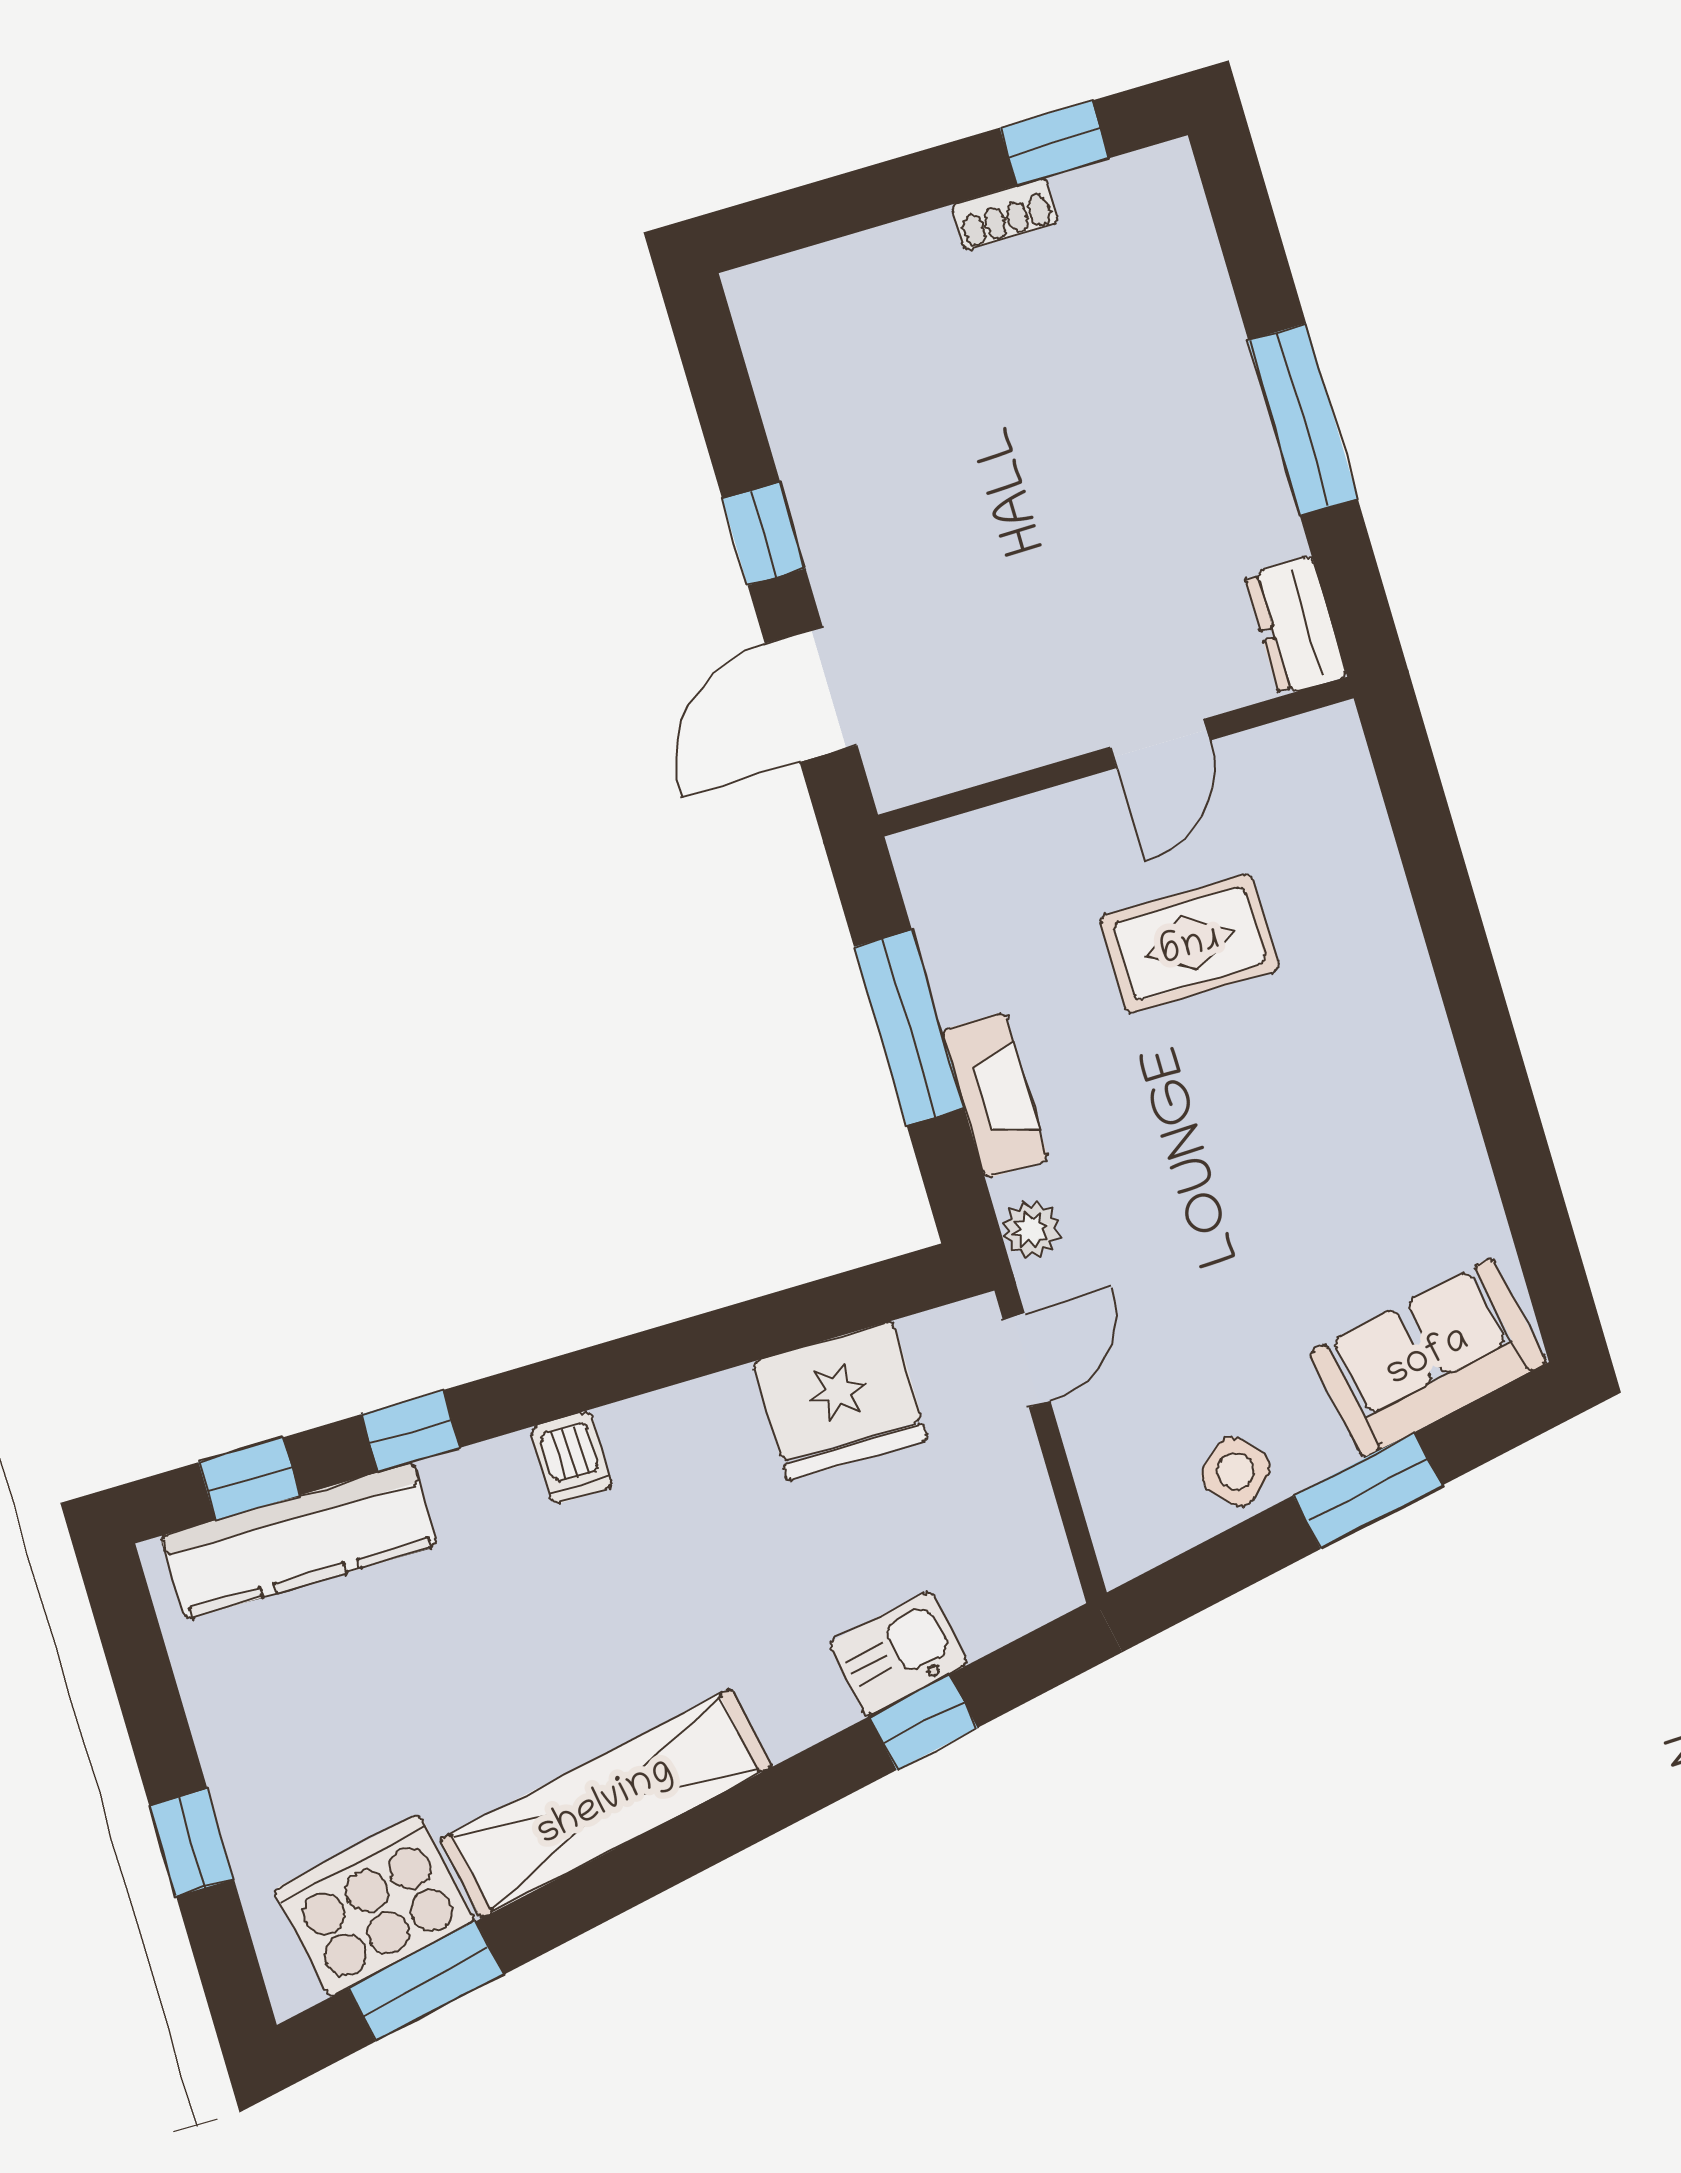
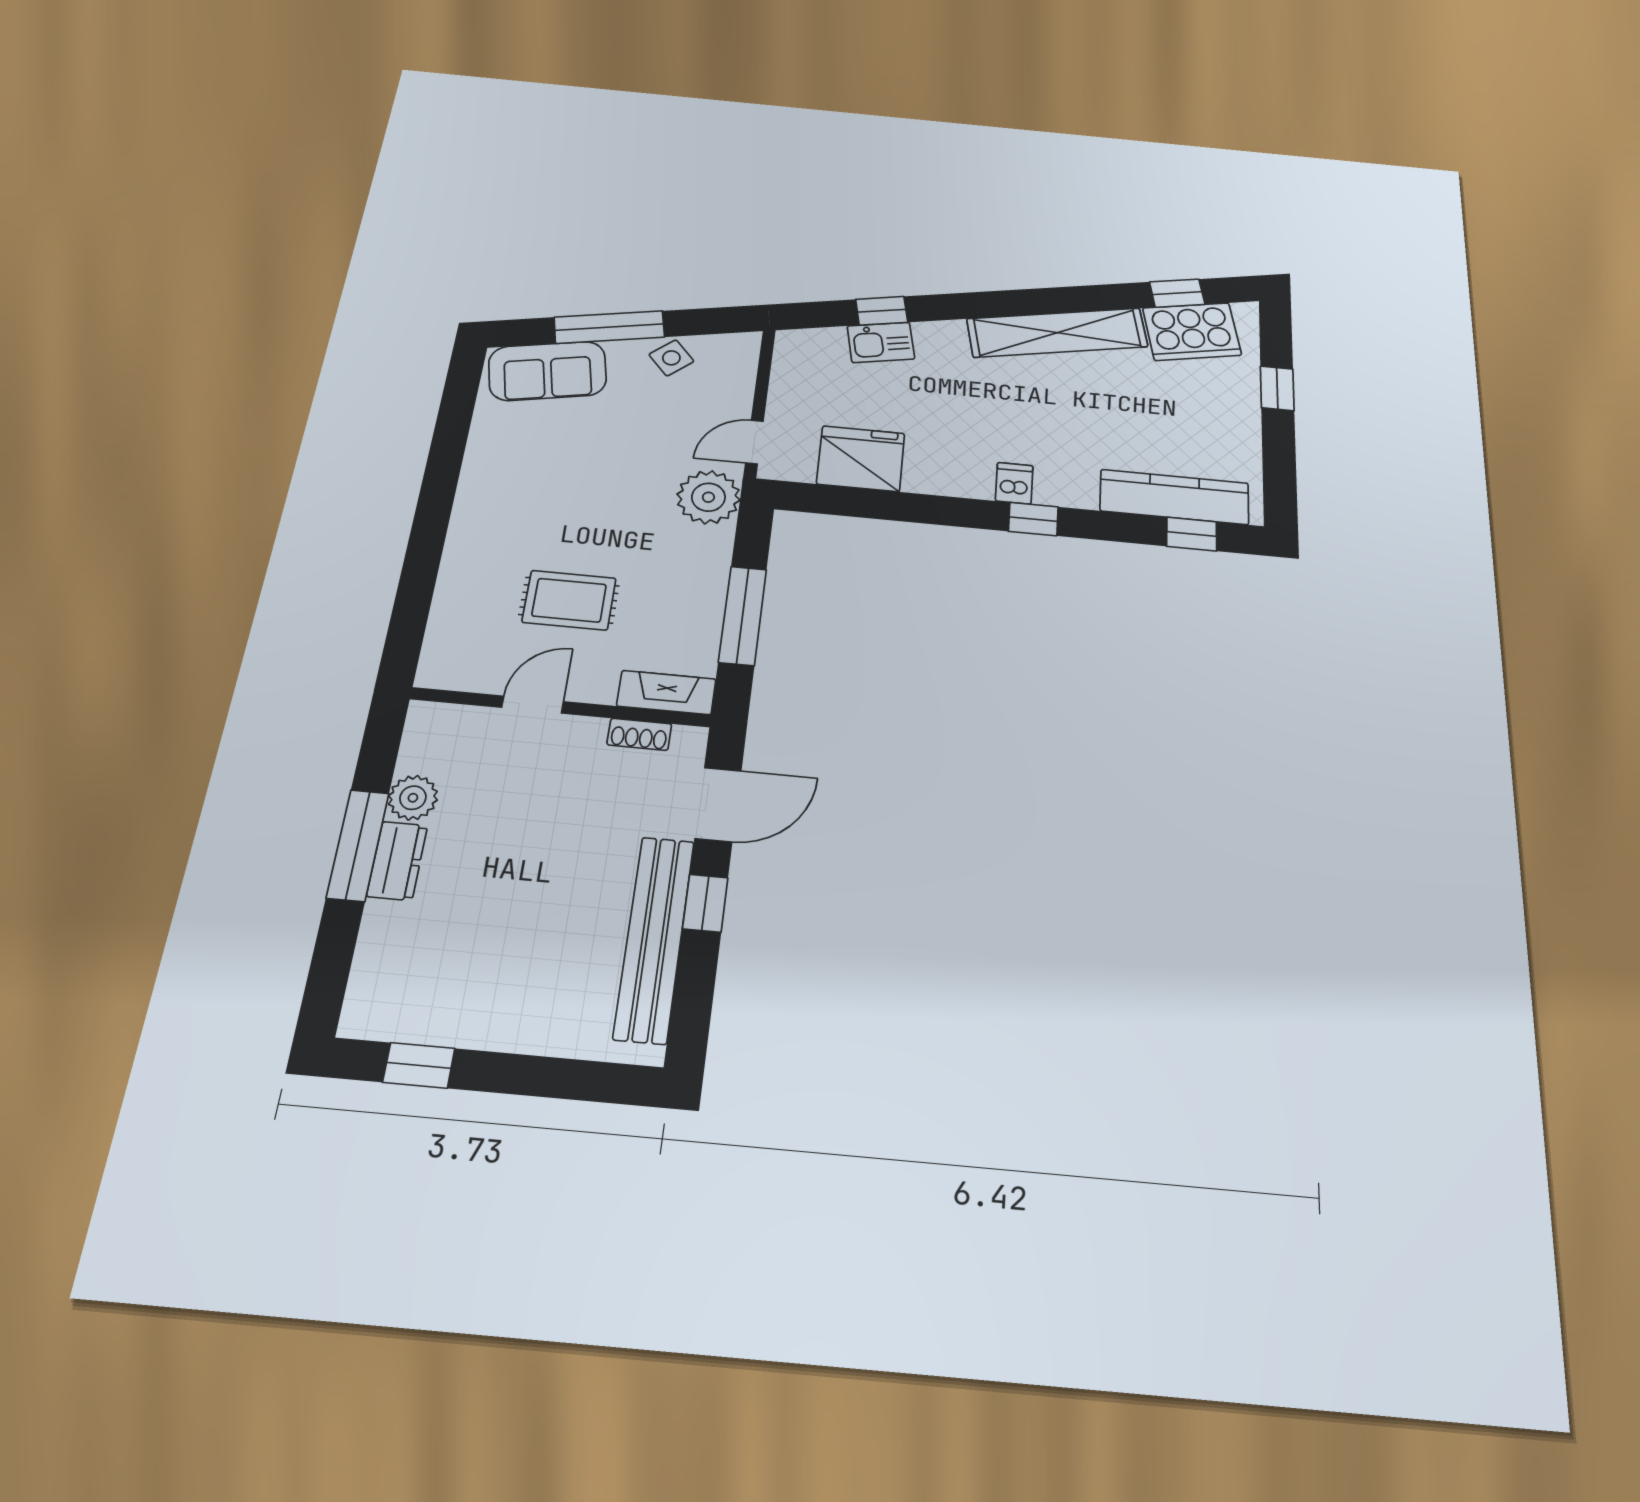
shoe rack: (1005, 214) -> (639, 734), moved, turned 180
bench: (814, 452) -> (654, 938), added
plant: (1262, 524) -> (413, 798), added
dresser: (1296, 626) -> (397, 861), moved
fireplace: (995, 1095) -> (666, 693), moved, turned 90
plant: (1031, 1230) -> (708, 497), width x1.87, depth x1.87
window: (410, 1431) -> (1033, 519), moved
window: (1368, 1491) -> (609, 327), width x1.44
window: (426, 1981) -> (1177, 293), width x0.67

